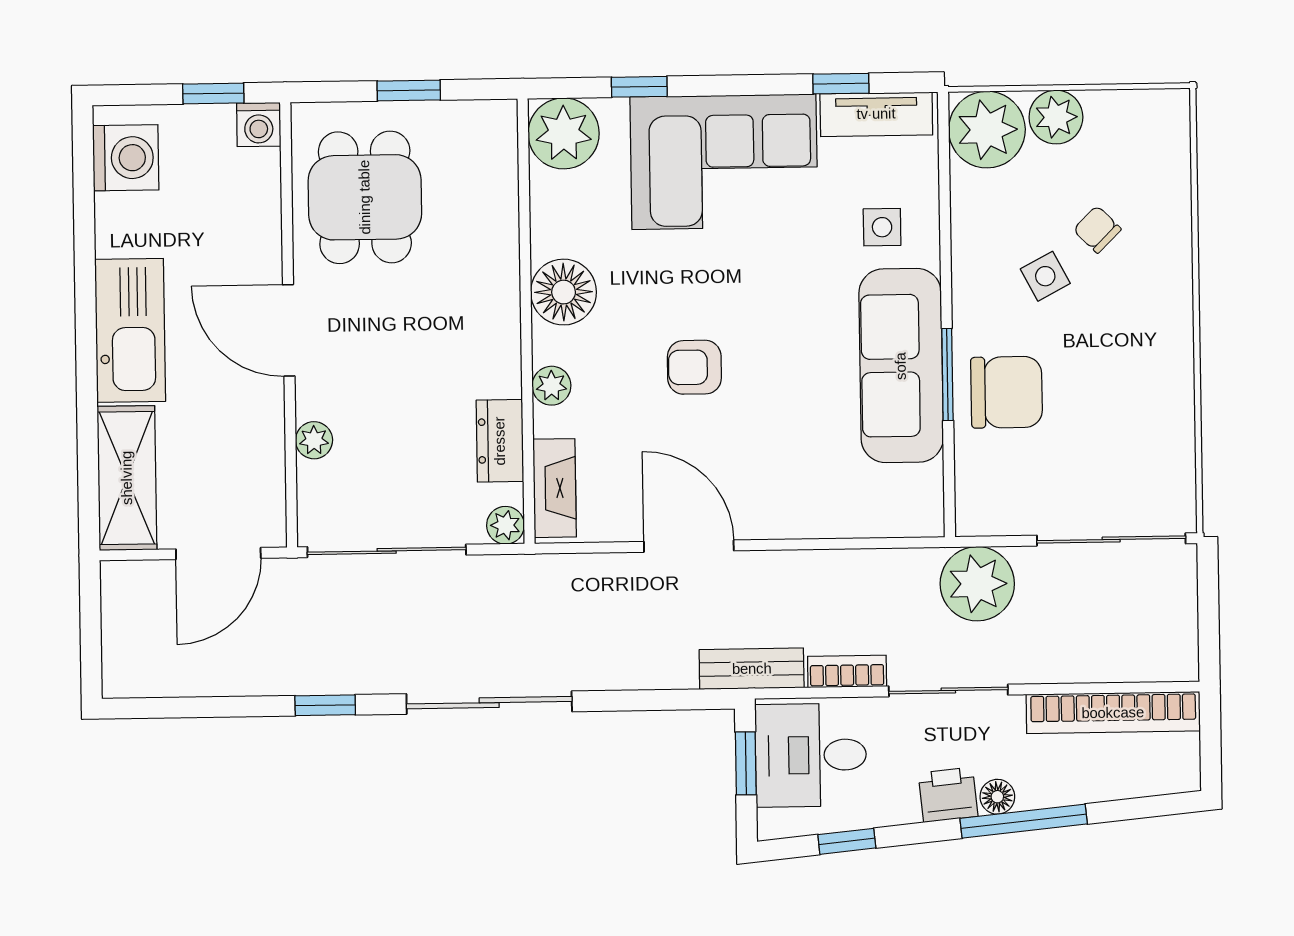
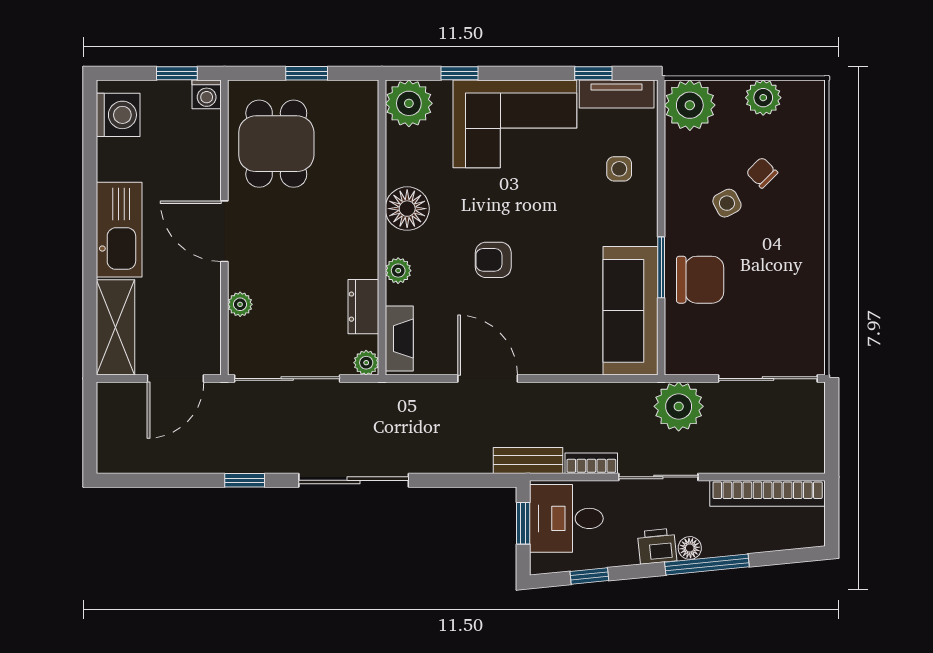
plant: (1056, 117) -> (763, 98), moved
sofa: (901, 366) -> (630, 311), moved

